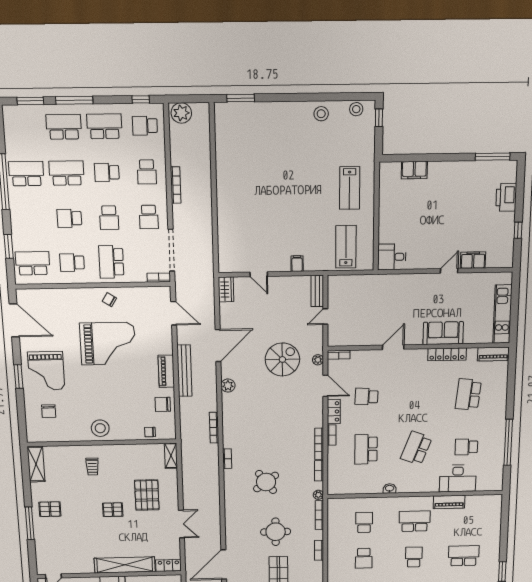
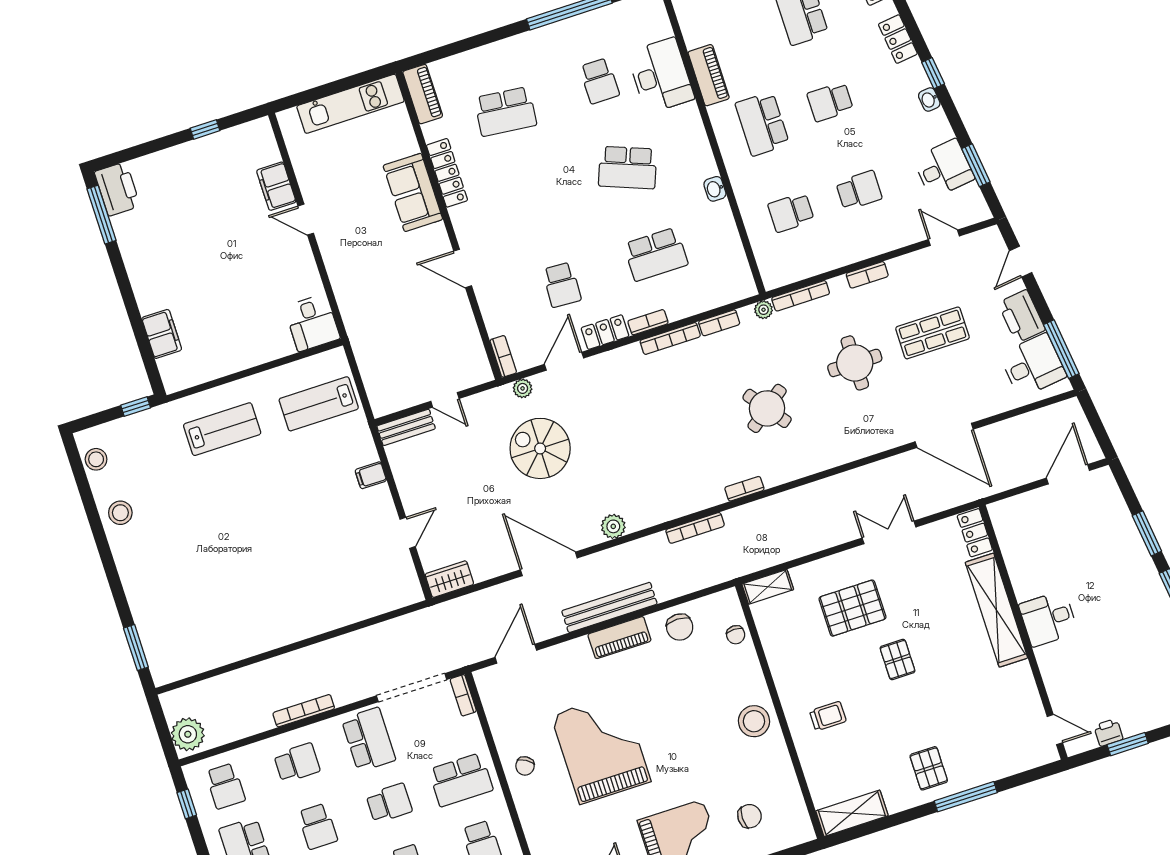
window: (379, 118) -> (136, 407), moved
printer: (506, 197) -> (117, 189), moved, turned -90
school desk: (149, 217) -> (369, 740), width x1.85

